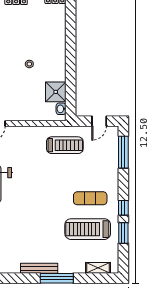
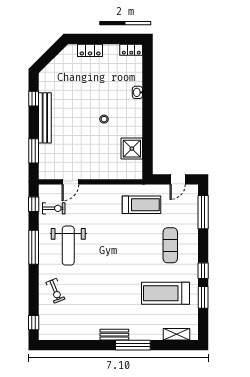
washbasin: (61, 109) -> (137, 92), moved
exercise mat: (90, 198) -> (170, 245), moved, turned 90
bench: (39, 268) -> (114, 335), width x0.73

